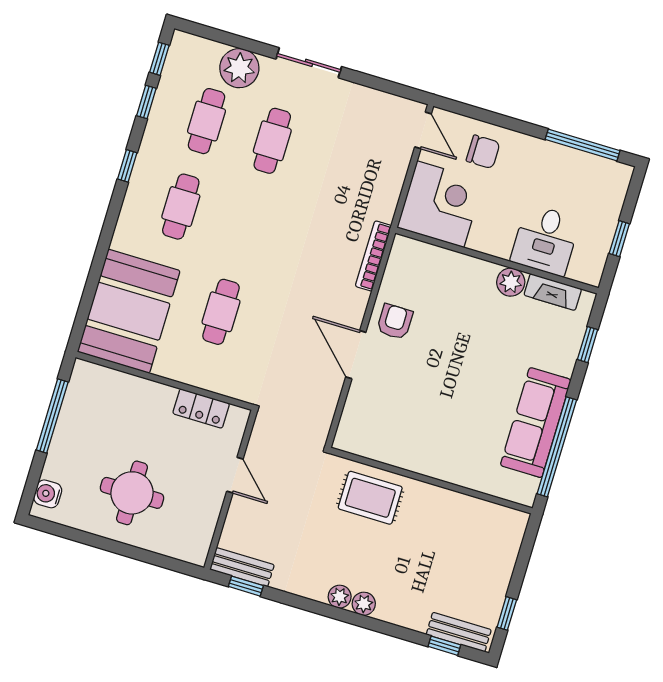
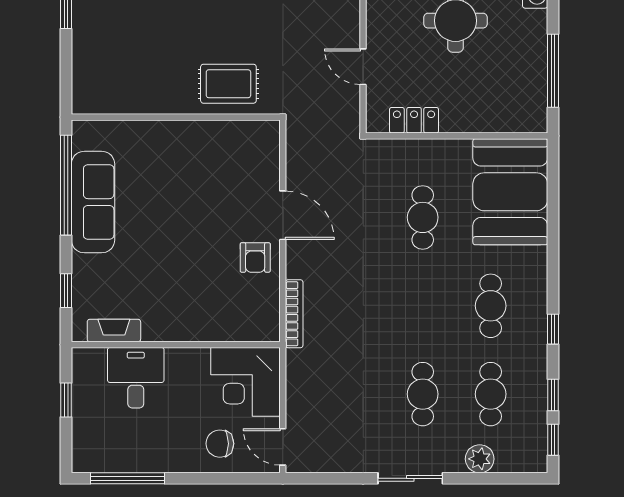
plant: (239, 68) -> (480, 459), width x0.73, depth x0.73
plant: (511, 282) -> (157, 328), removed

